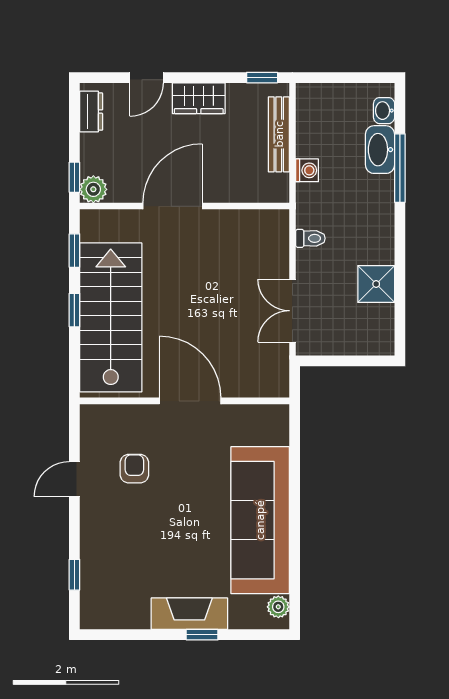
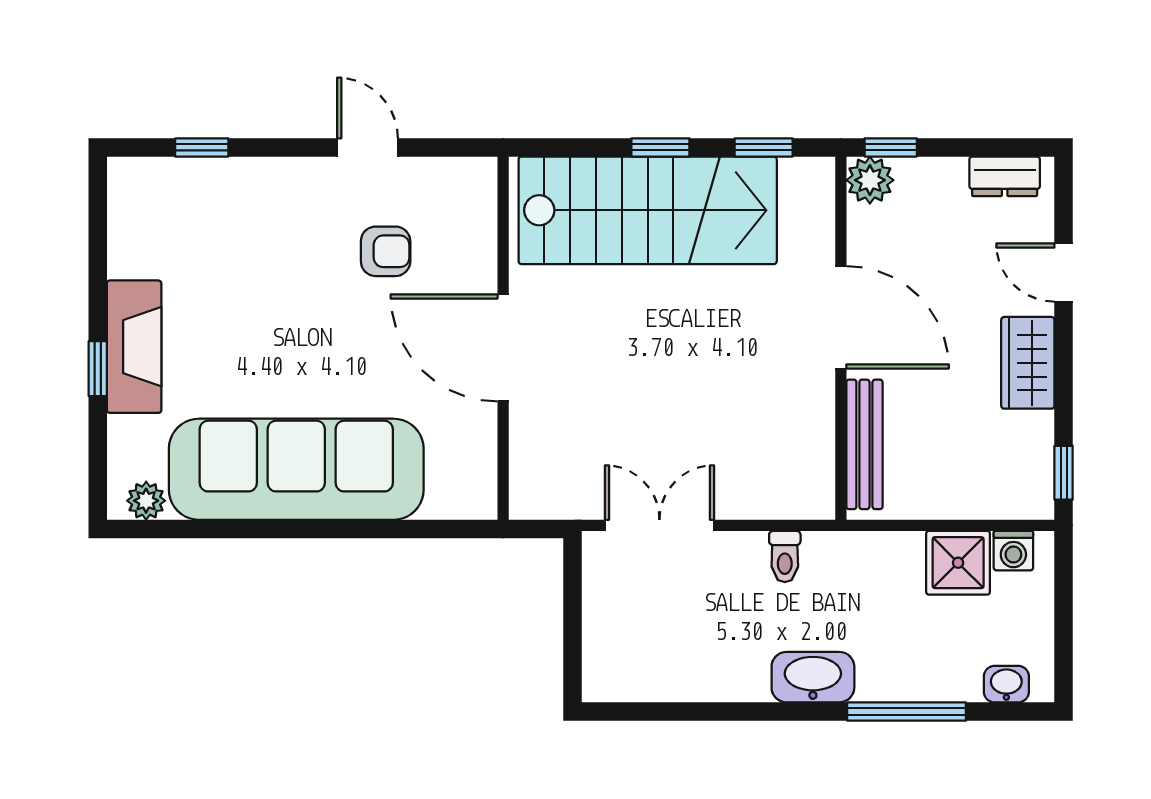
bench: (279, 134) -> (864, 444), moved, turned 90
washbasin: (380, 150) -> (813, 677), moved
washing machine: (307, 170) -> (1013, 551), moved
shower: (376, 284) -> (958, 563), moved
door: (190, 401) -> (503, 348), swing flipped

